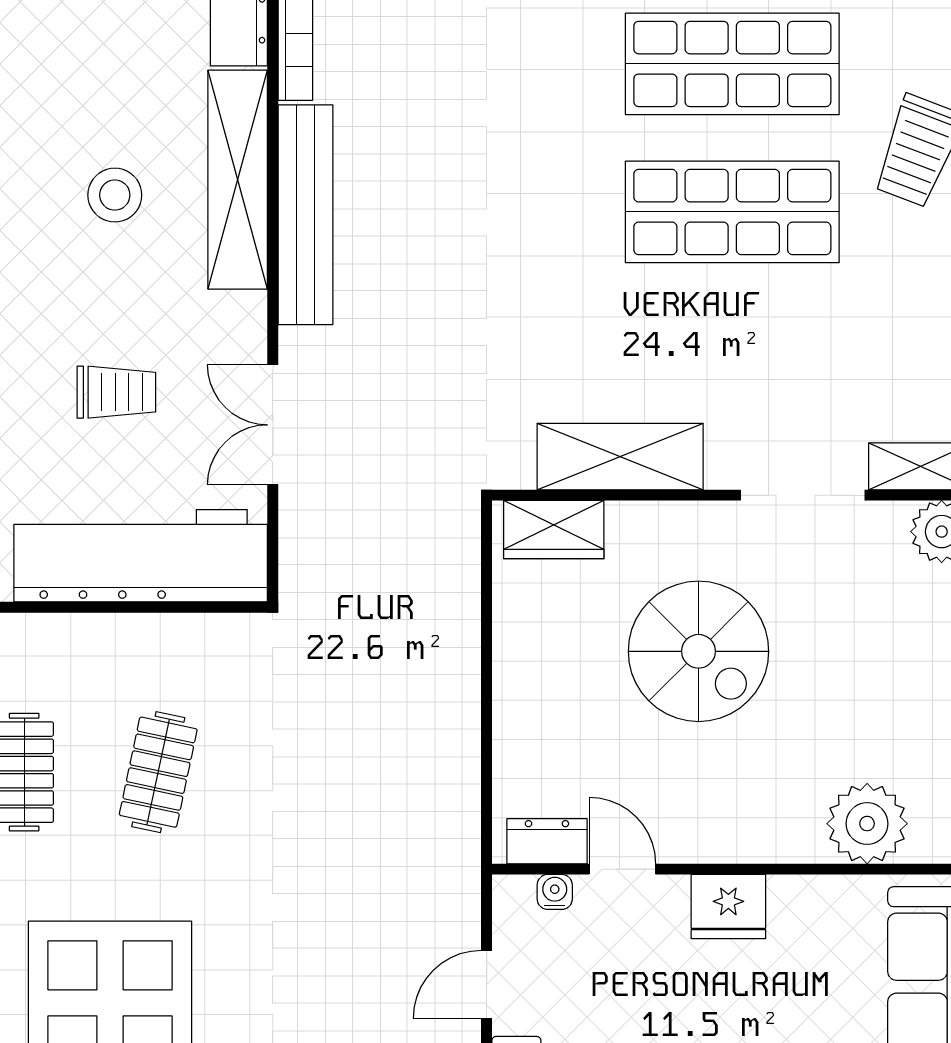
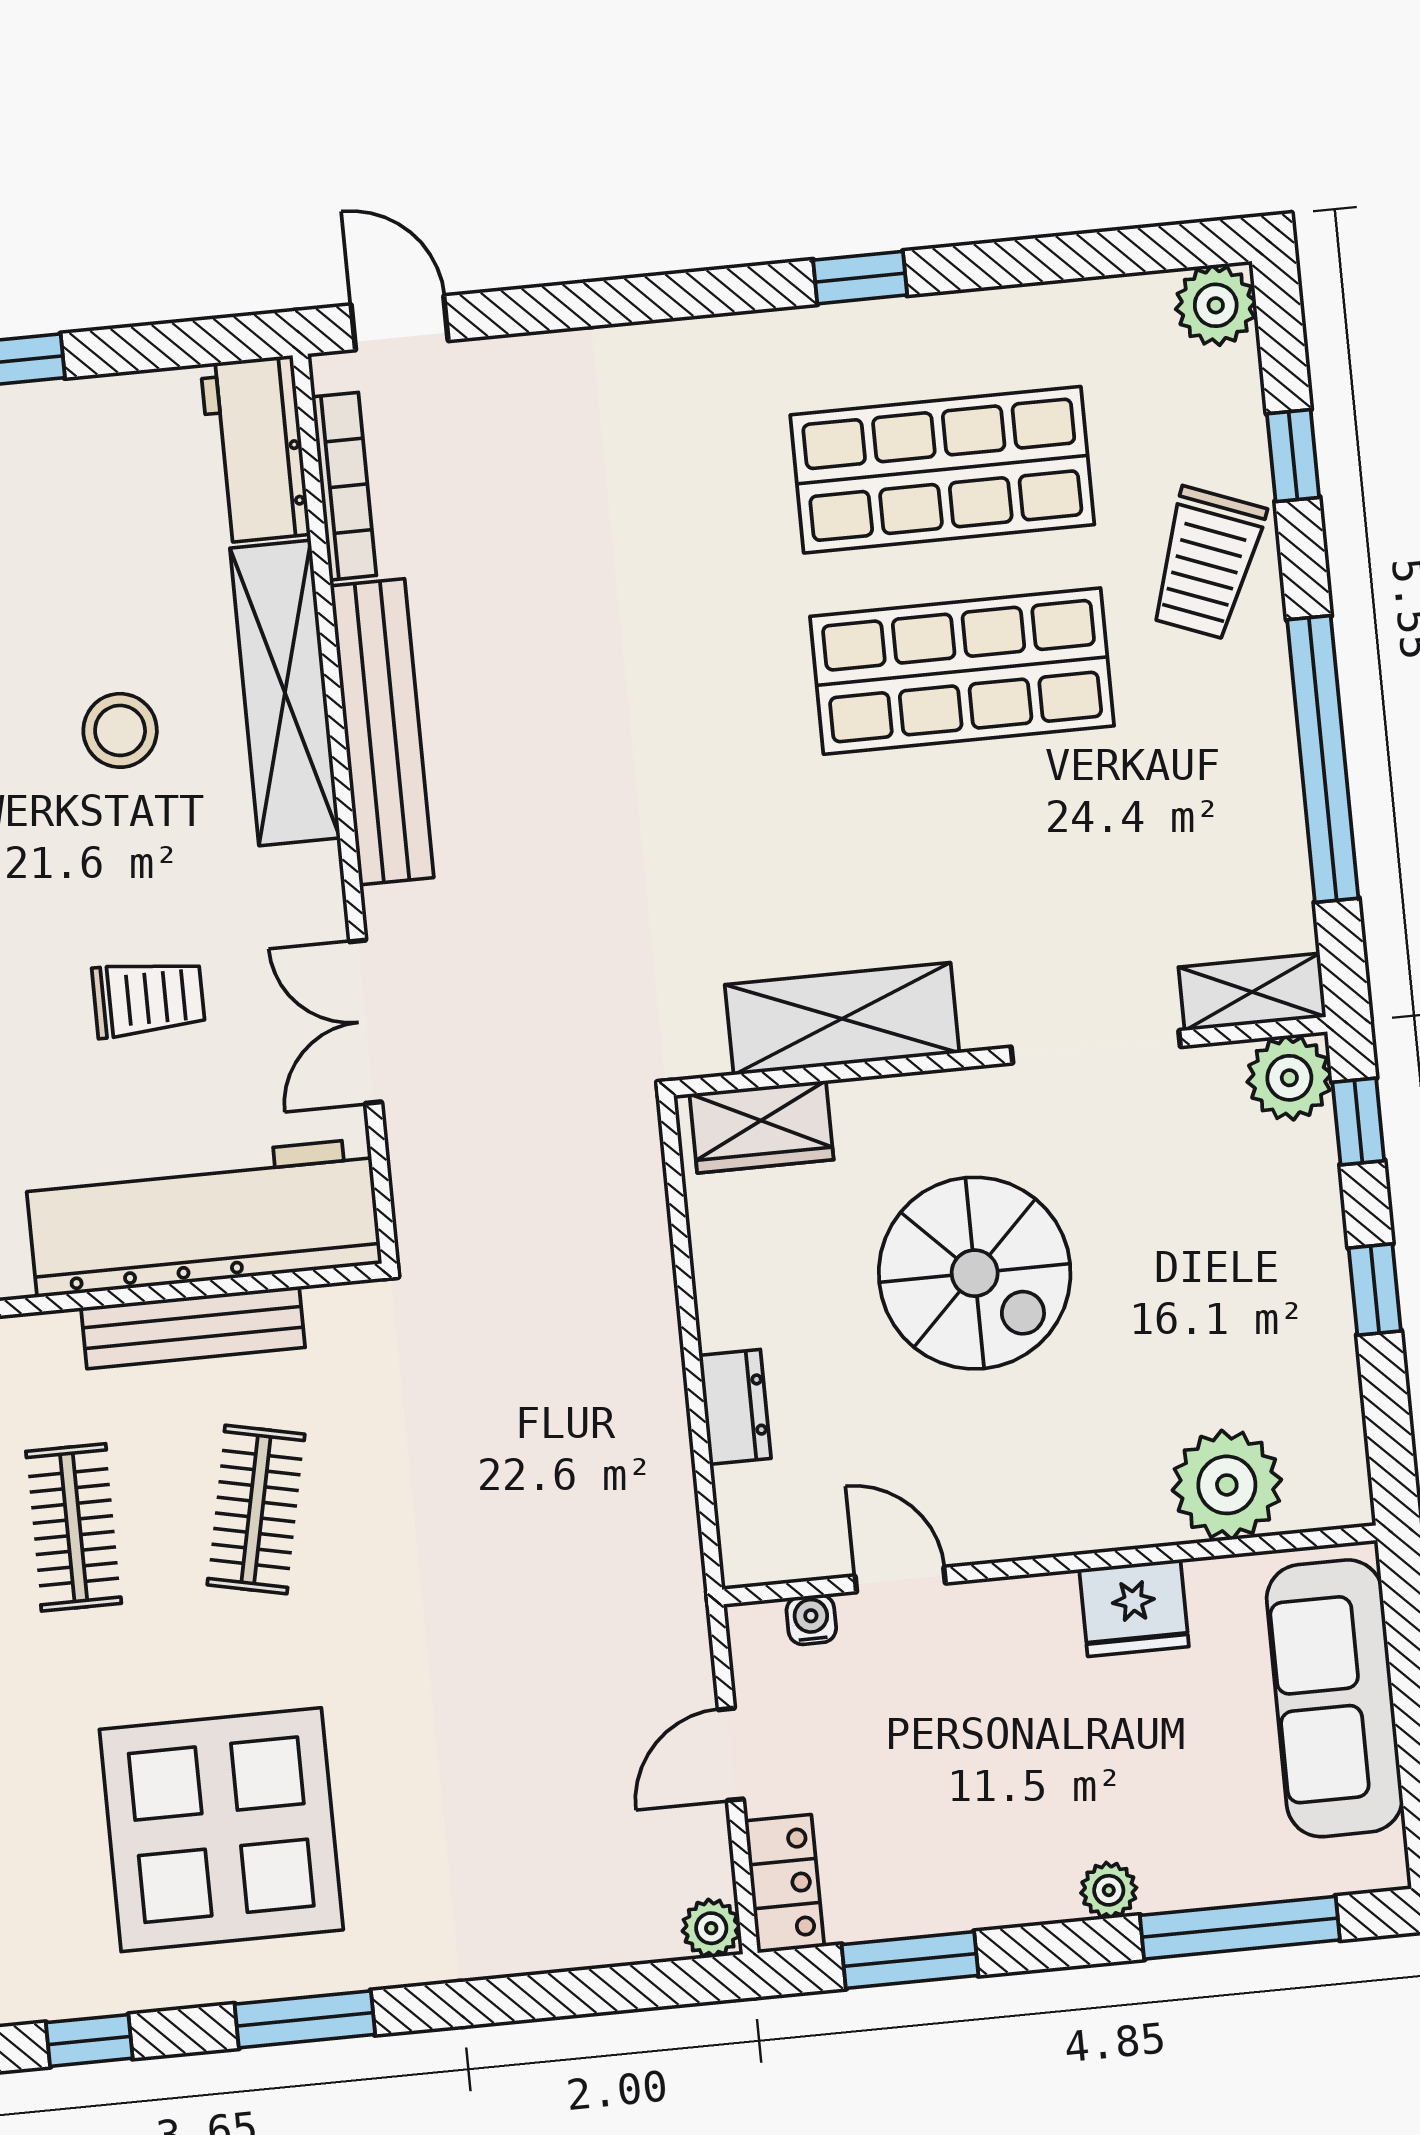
bench: (125, 635) -> (193, 1328), added
dresser: (547, 841) -> (735, 1407), moved, turned 90
fridge: (728, 907) -> (1134, 1608), moved

